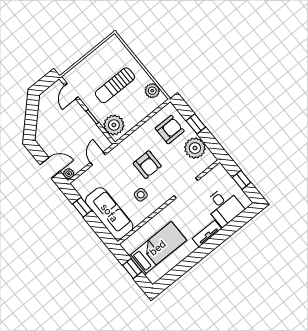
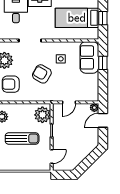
armchair: (147, 165) -> (42, 74), turned -60
door: (50, 168) -> (103, 120), hinge flipped
window: (82, 207) -> (103, 63), moved
sofa: (109, 213) -> (89, 57), width x0.73

